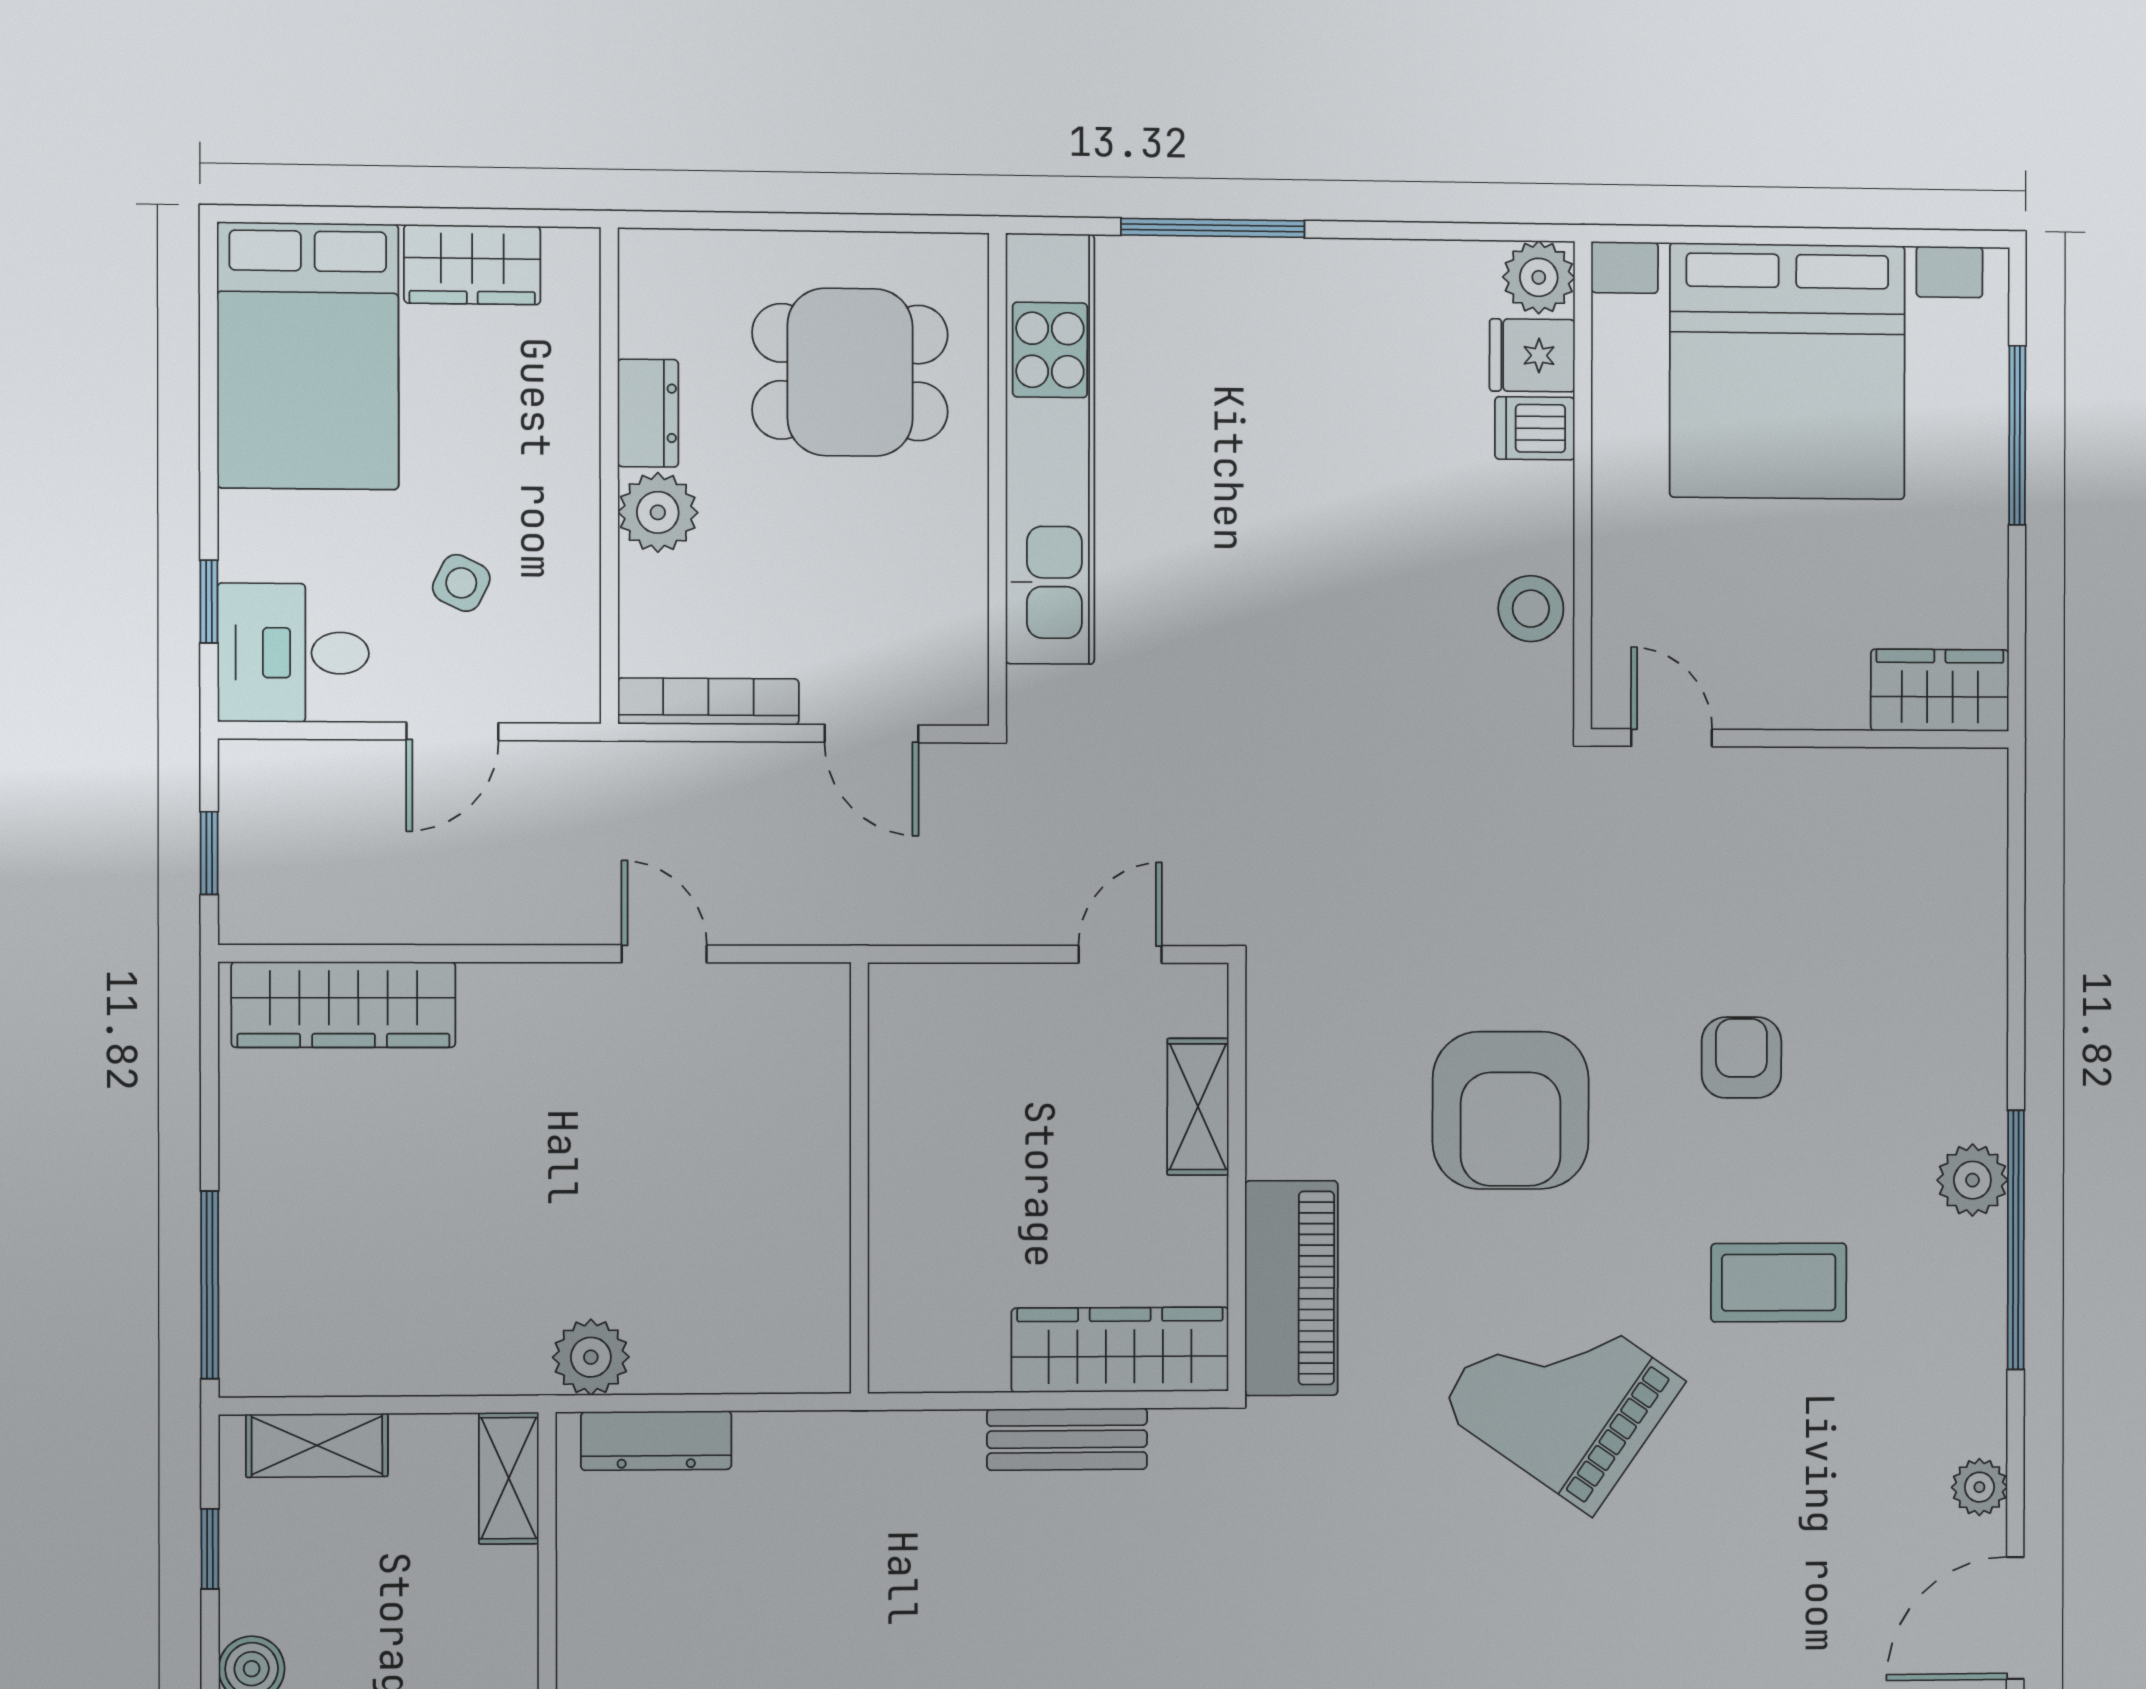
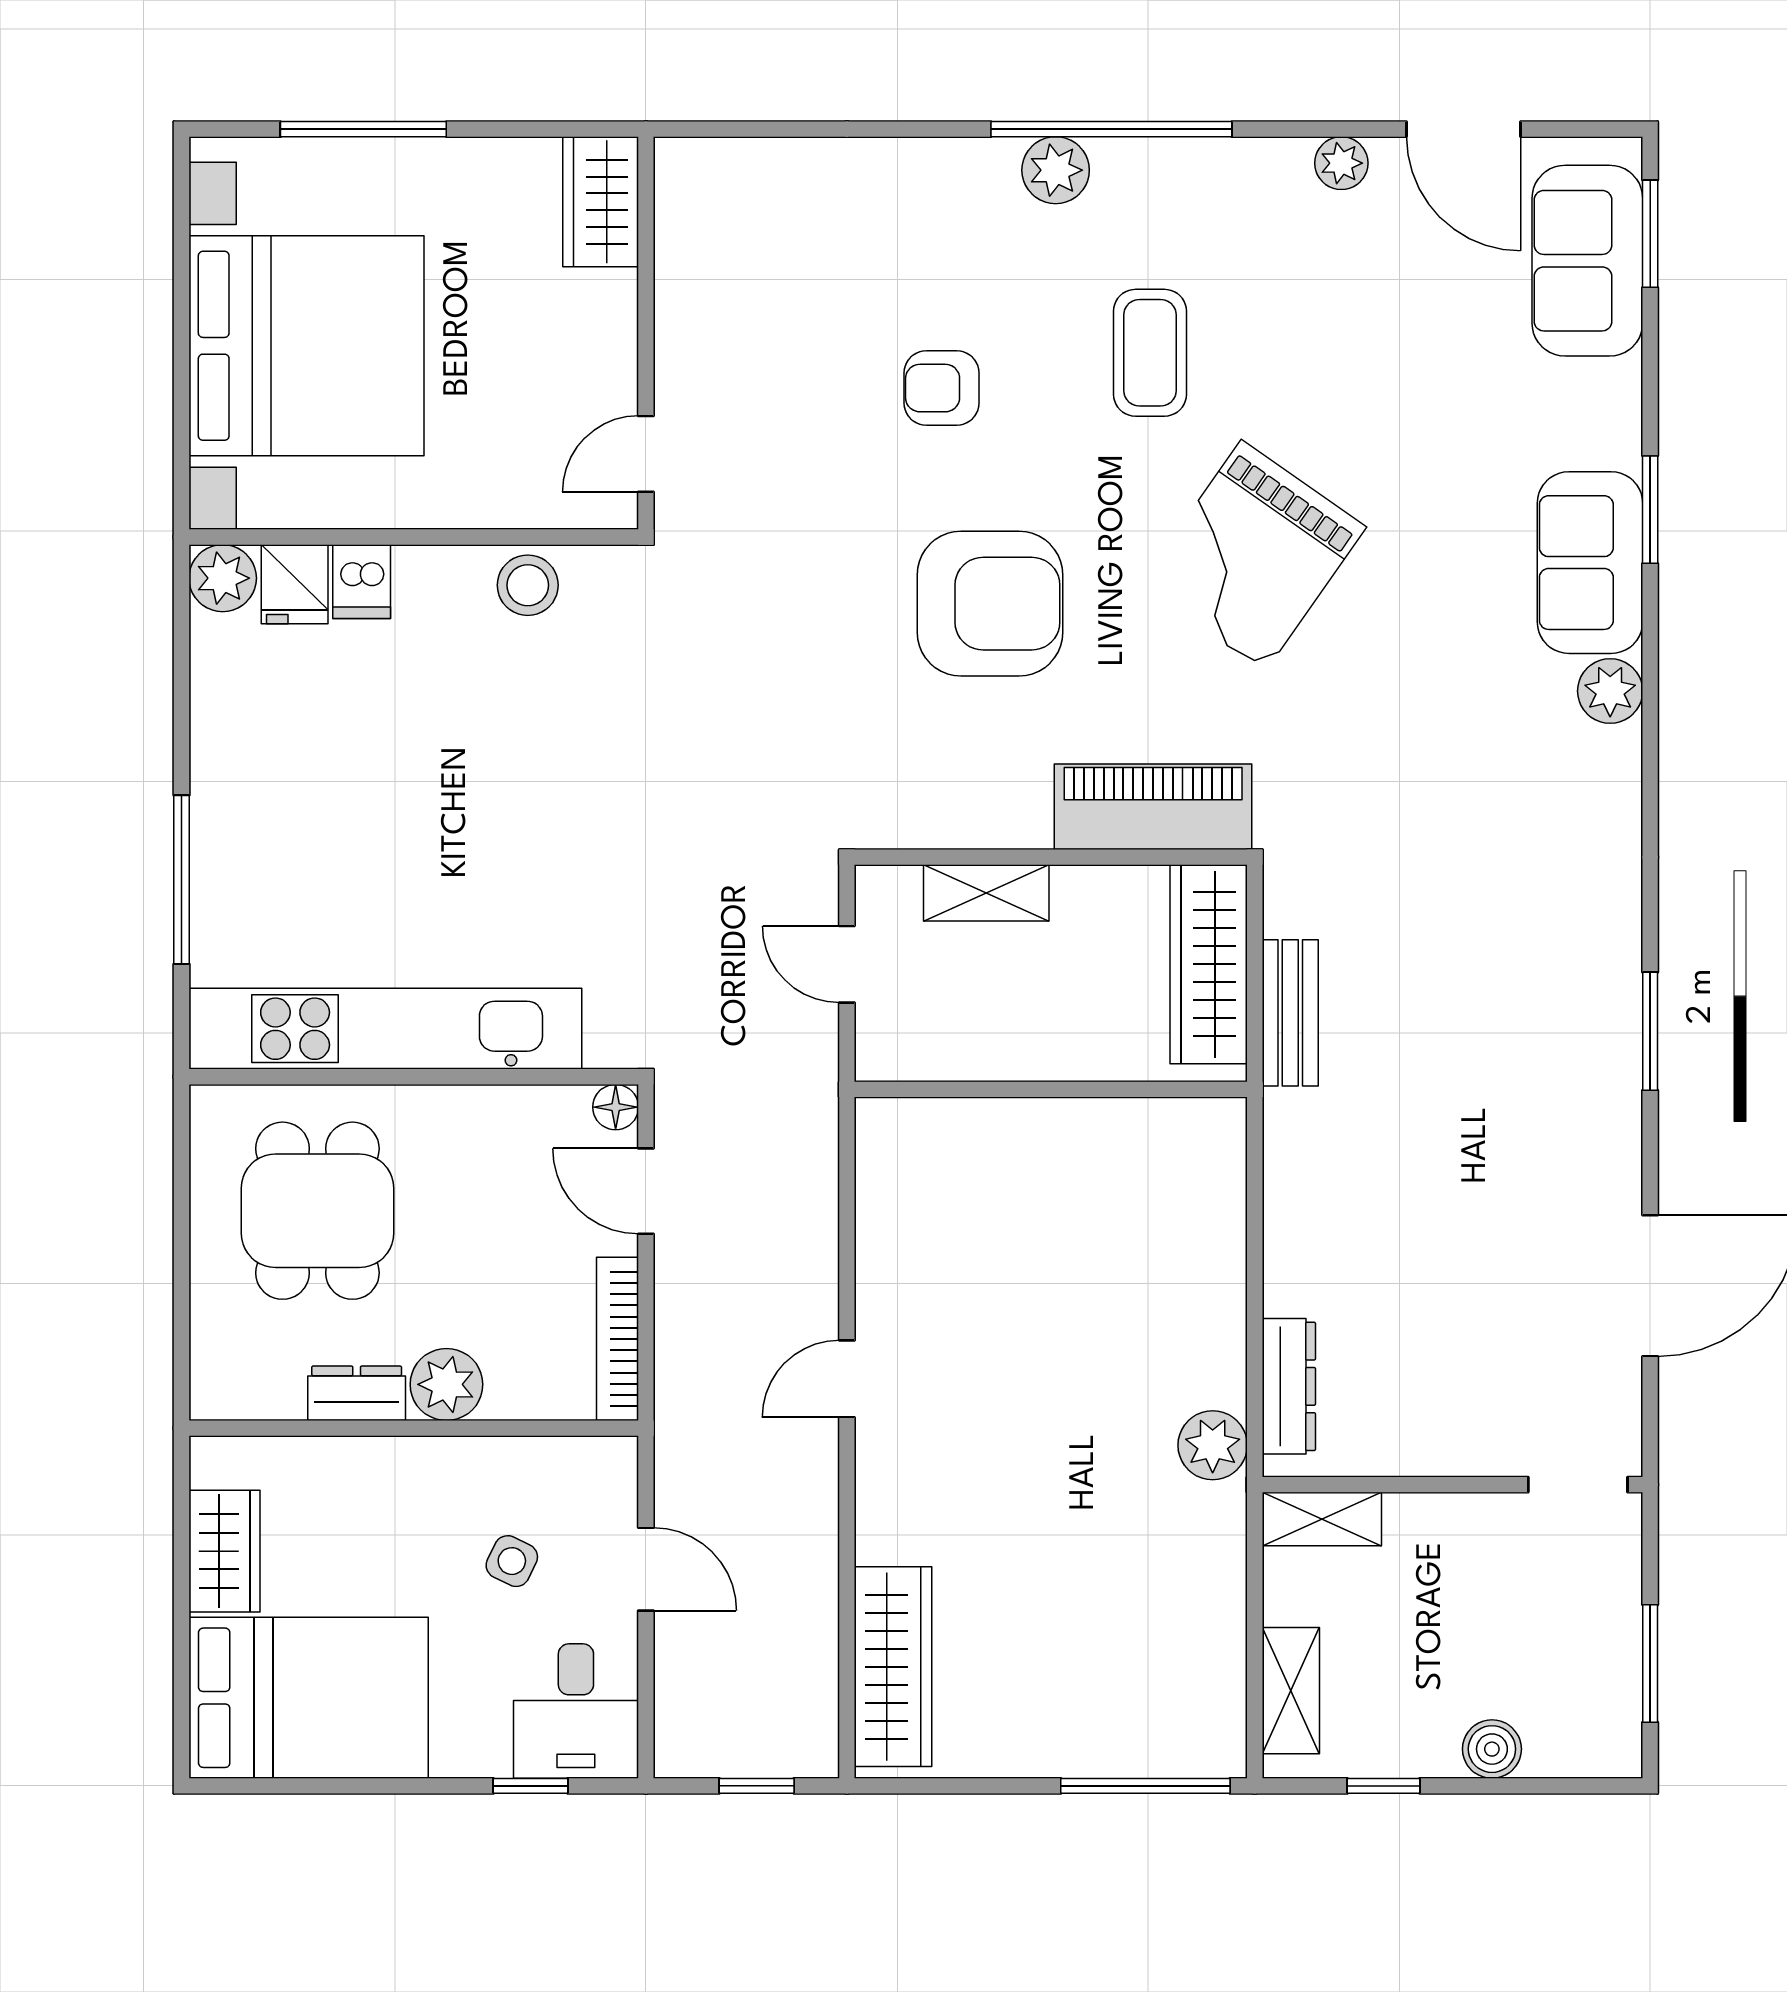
floor lamp: (964, 701) -> (616, 1107), added
door: (872, 734) -> (646, 1191), swing flipped
wall: (859, 1178) -> (1051, 1089), moved

